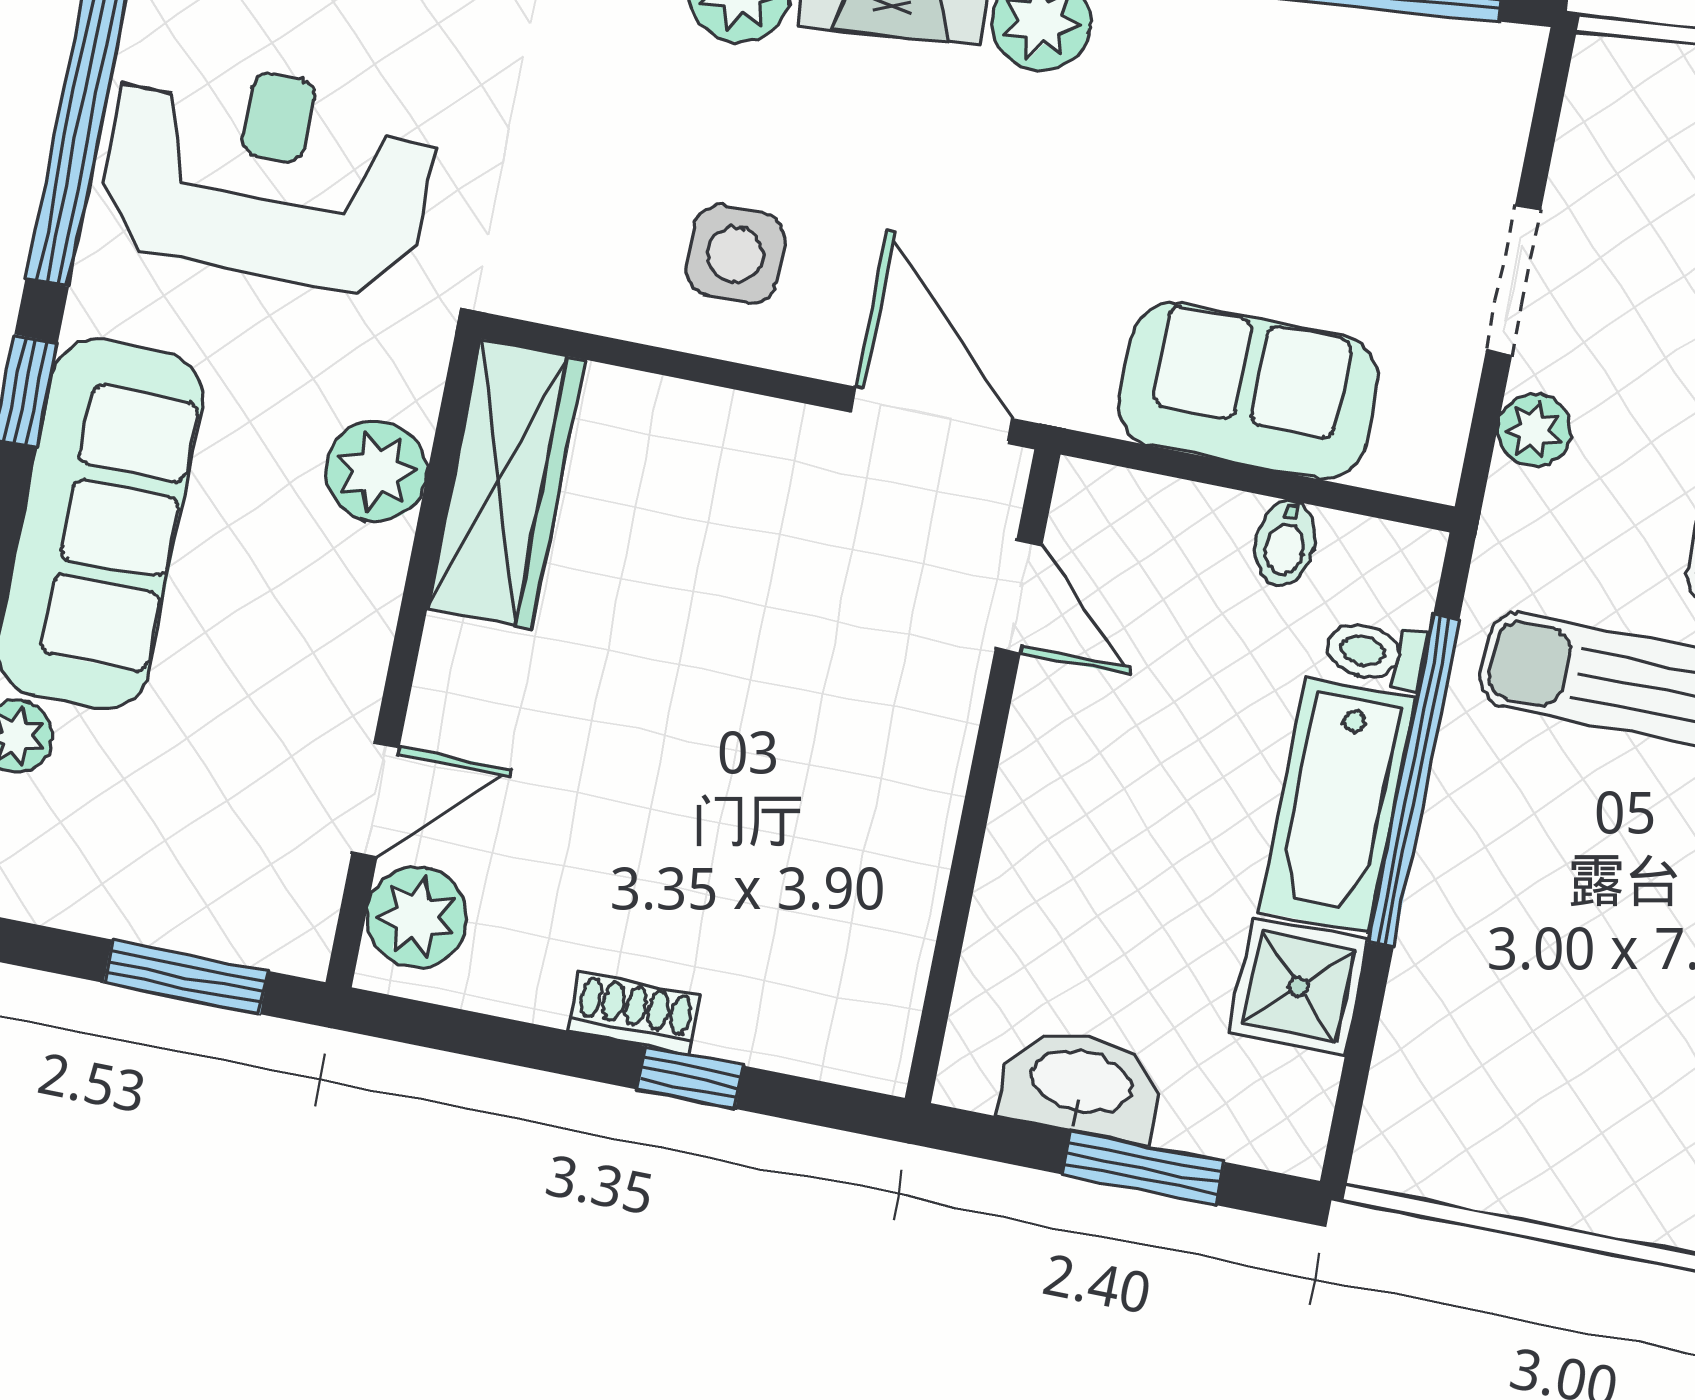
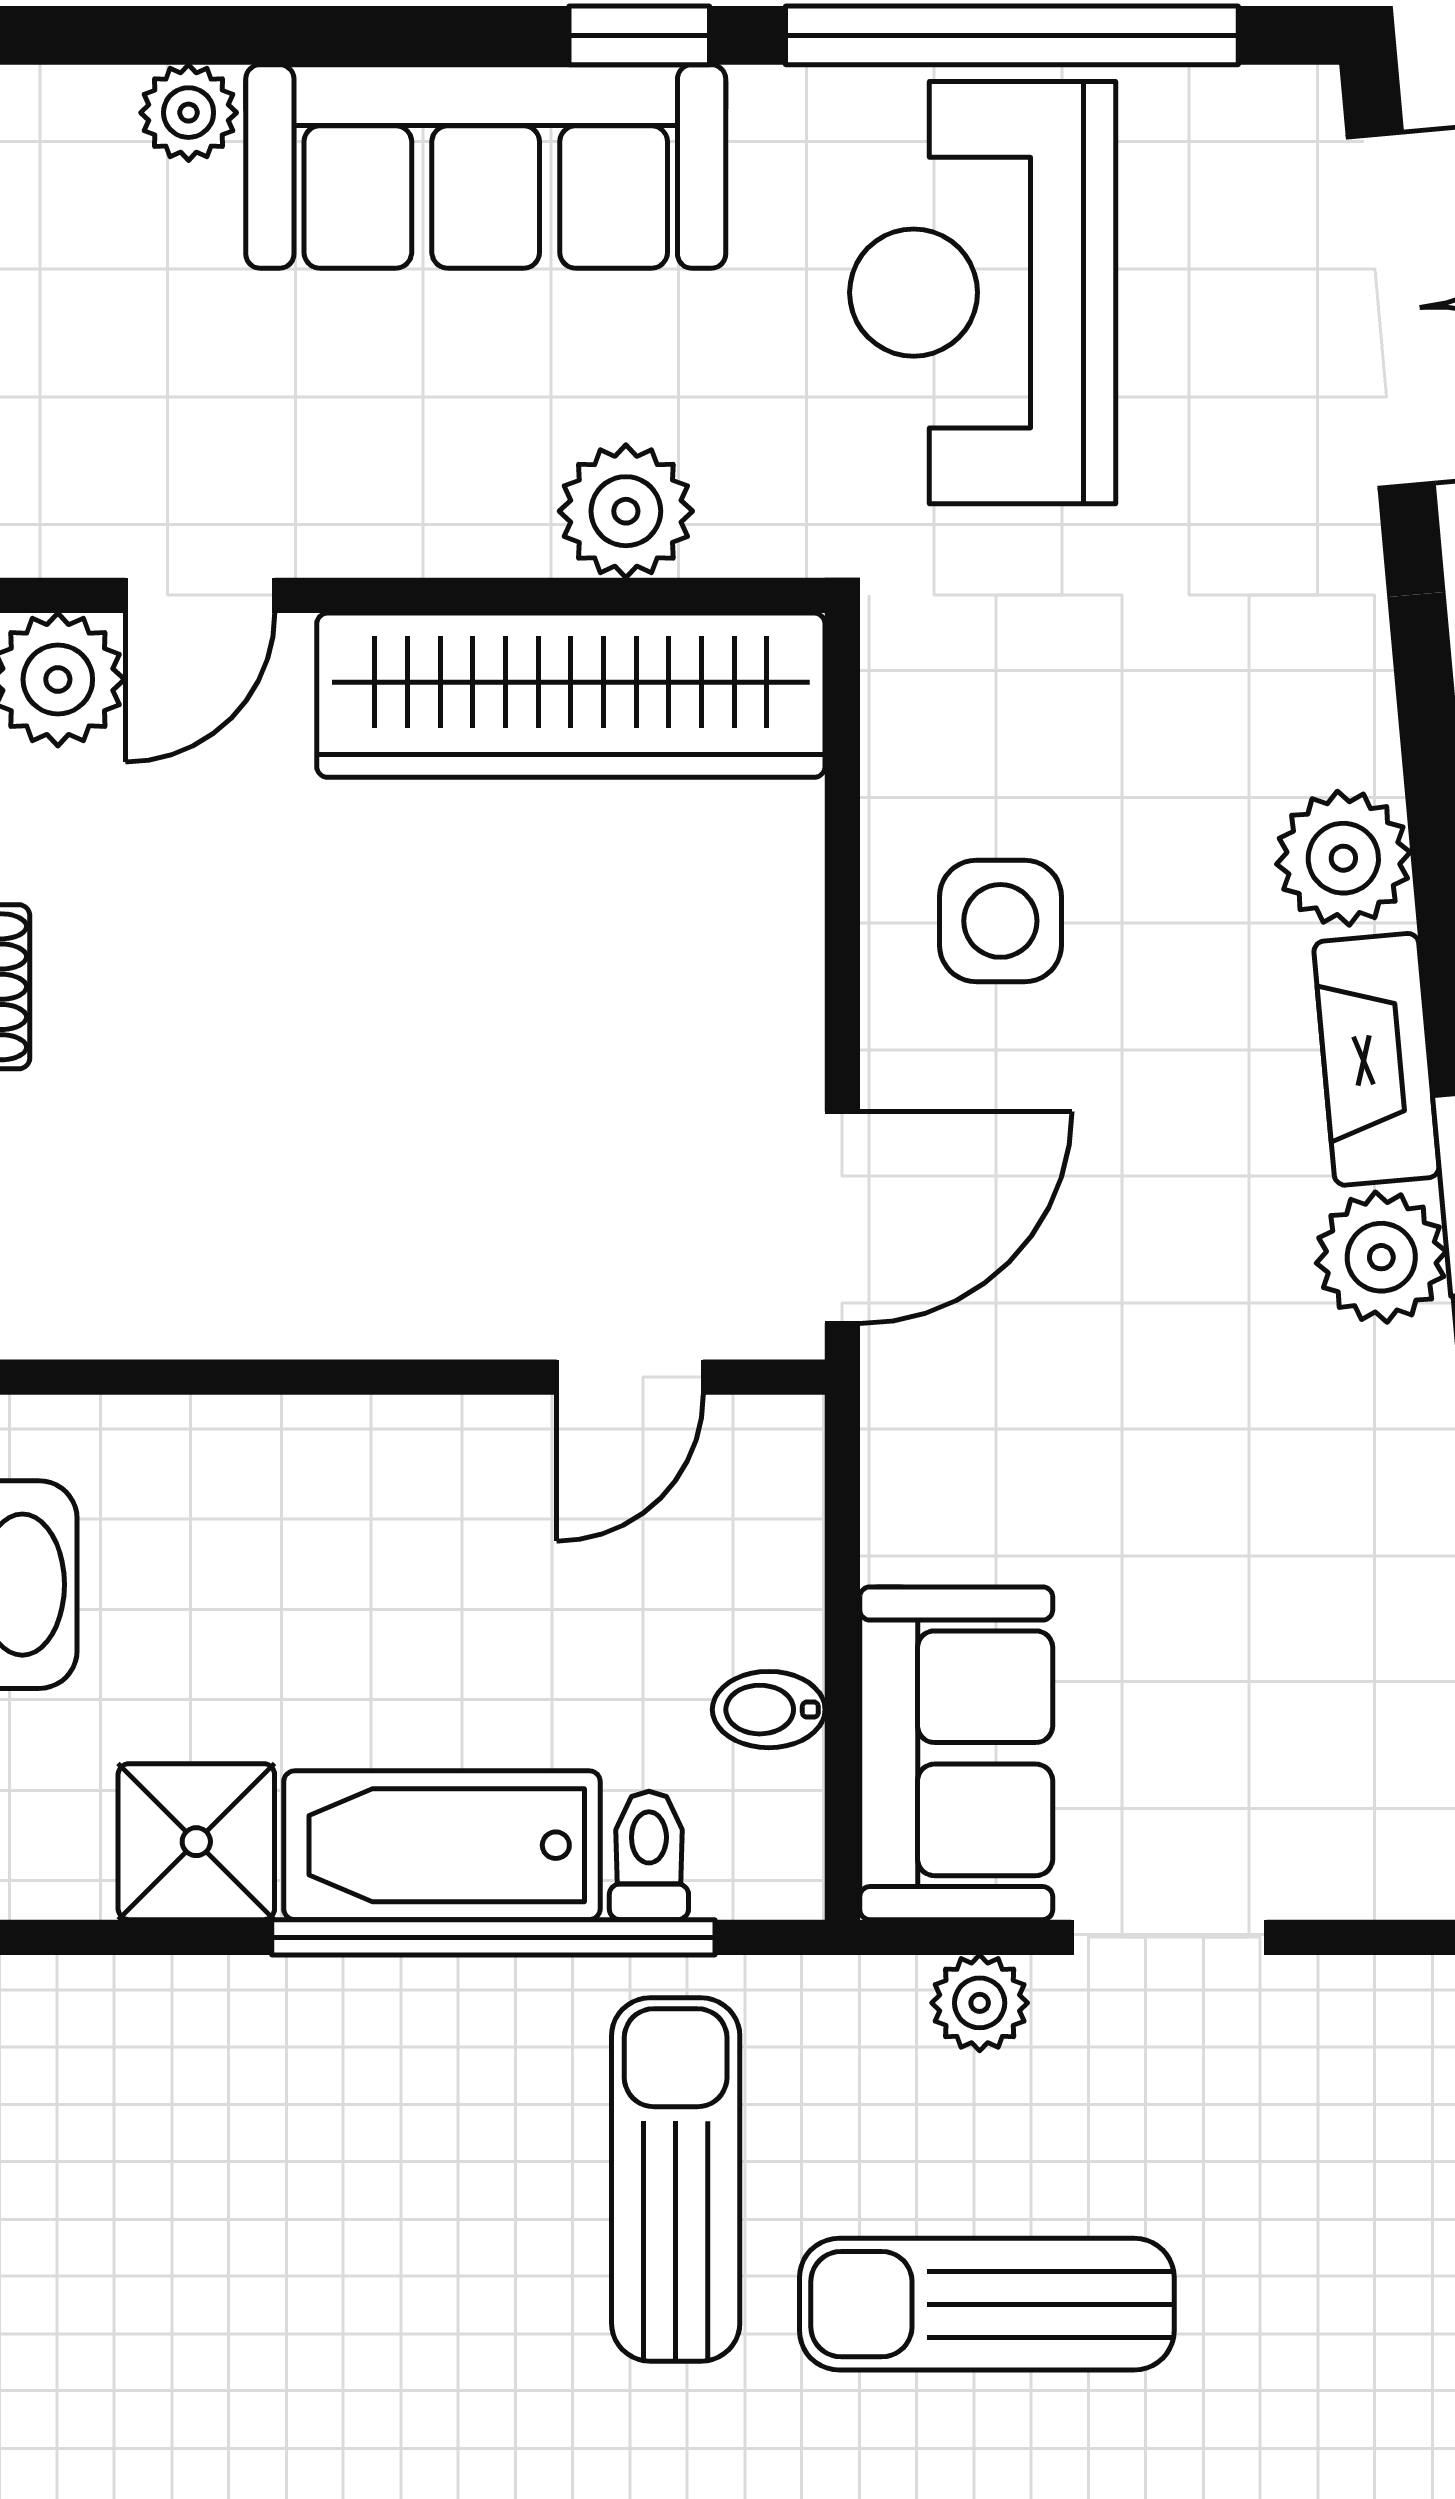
reception desk: (267, 175) -> (983, 293), turned 180
sofa: (1248, 391) -> (956, 1753), moved
wardrobe: (506, 484) -> (571, 695), width x1.40, depth x1.17
door: (376, 799) -> (200, 595), hinge flipped

